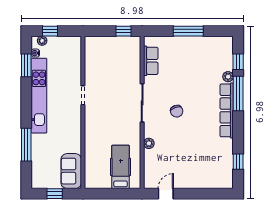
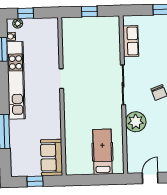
window: (123, 31) -> (89, 11), moved
plant: (149, 143) -> (136, 122), width x1.88, depth x1.88

